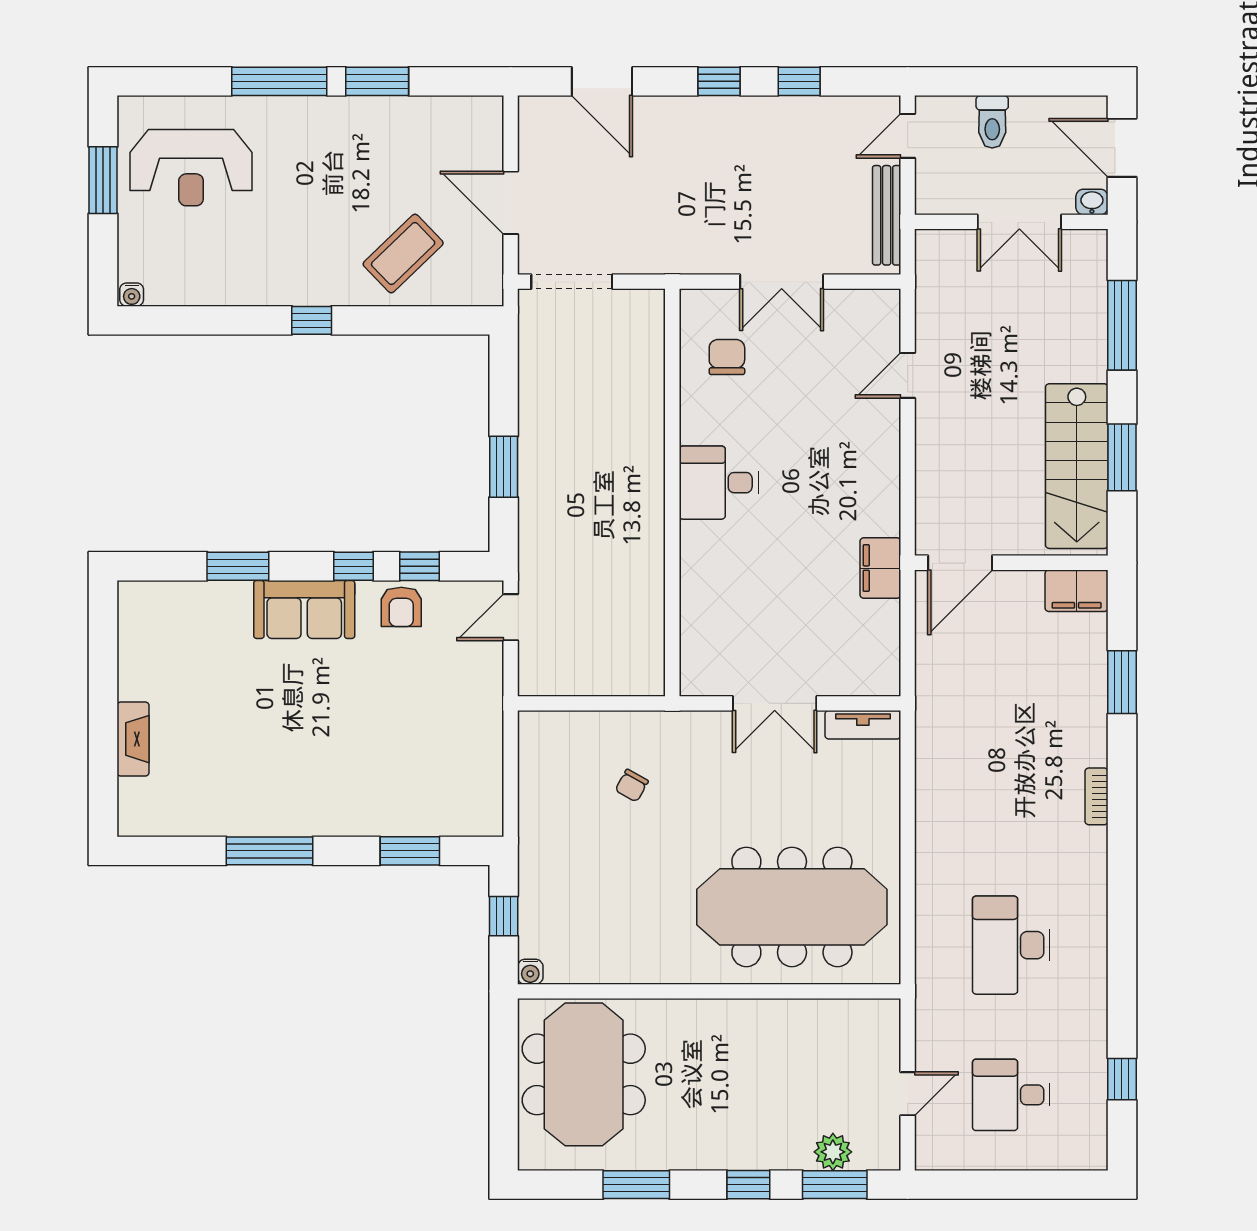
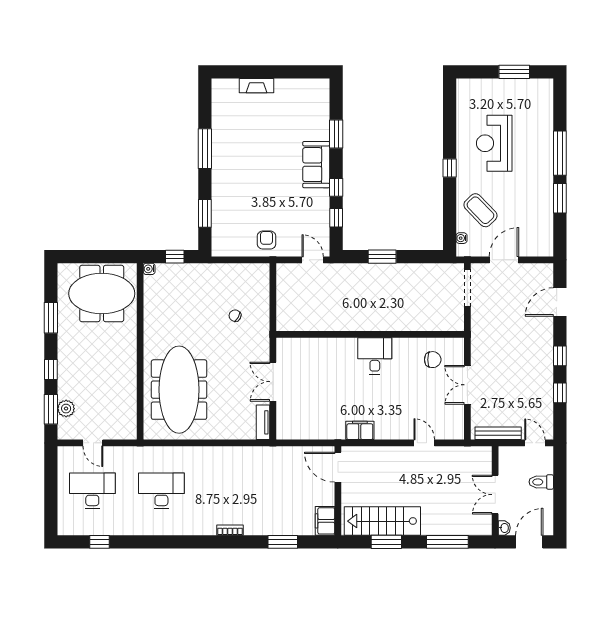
reception desk: (191, 168) -> (494, 143), moved
water cooler: (132, 295) -> (462, 238), moved
filing cabinet: (880, 568) -> (360, 430), moved
armchair: (401, 607) -> (267, 240), moved, turned 90
desk: (1011, 1095) -> (92, 491), width x1.37

